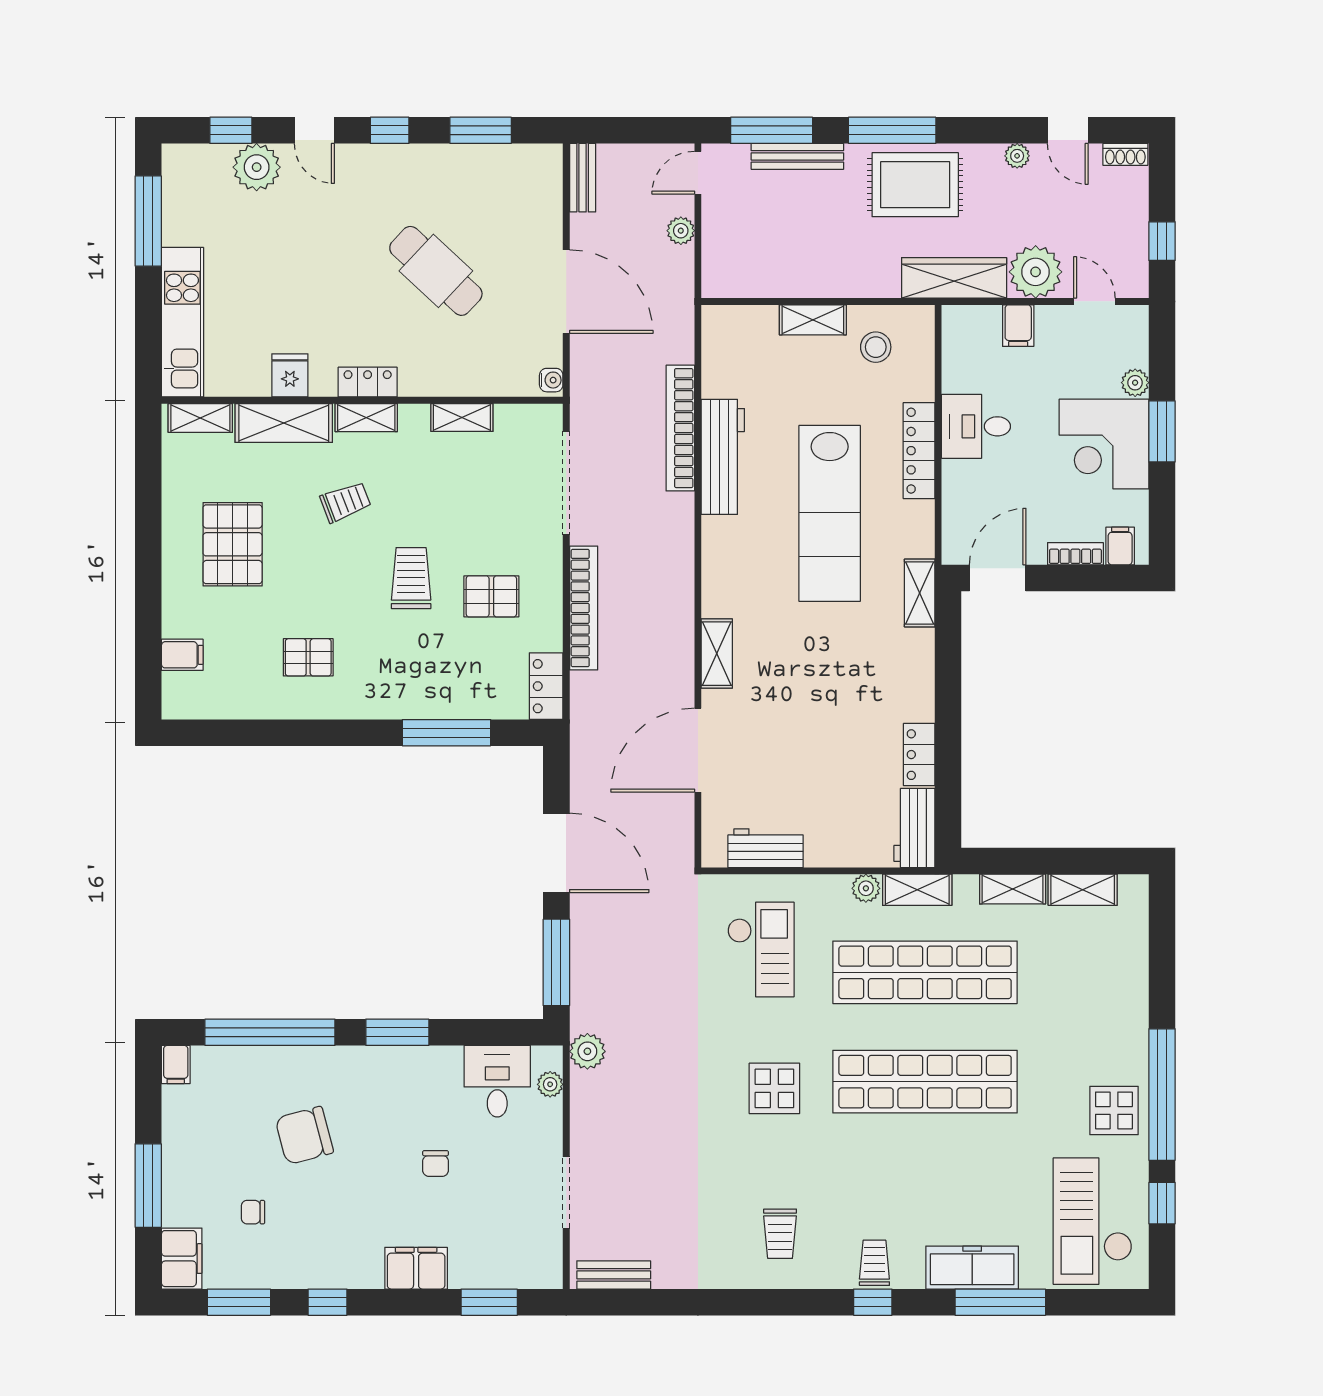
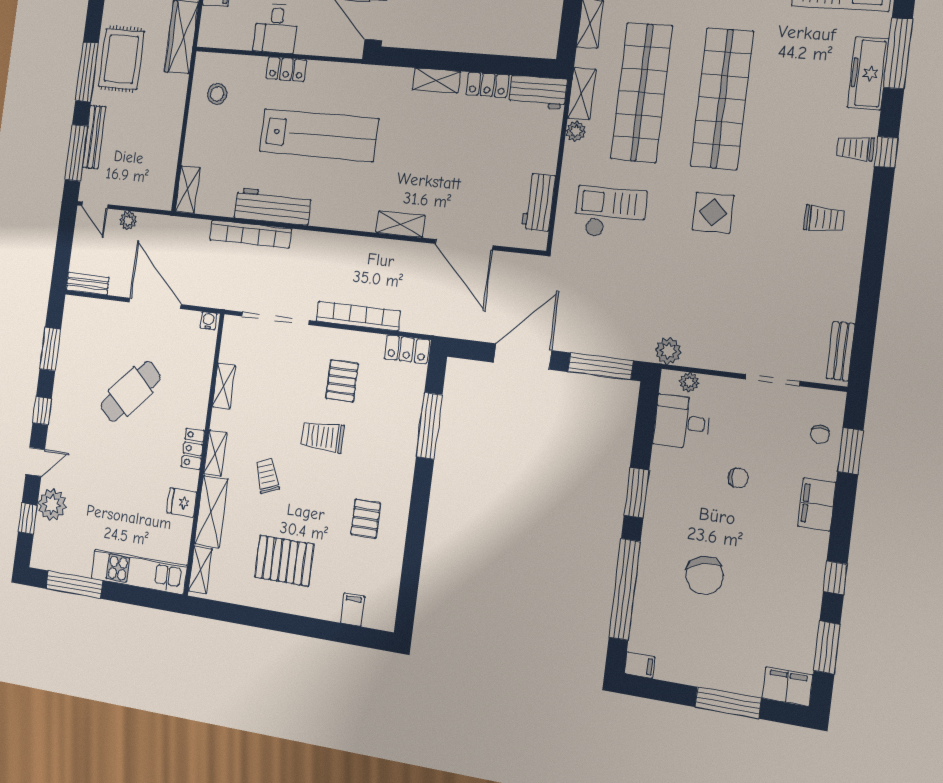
door: (566, 292) -> (155, 303), hinge flipped
shelving: (813, 320) -> (188, 189), moved
locker: (919, 451) -> (286, 69), width x0.66
shelving: (920, 593) -> (436, 80), moved
chair: (253, 1212) -> (820, 434), moved

